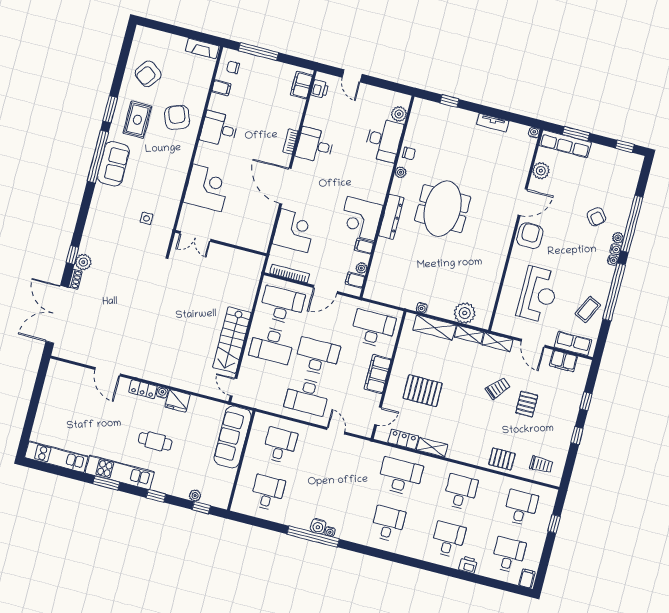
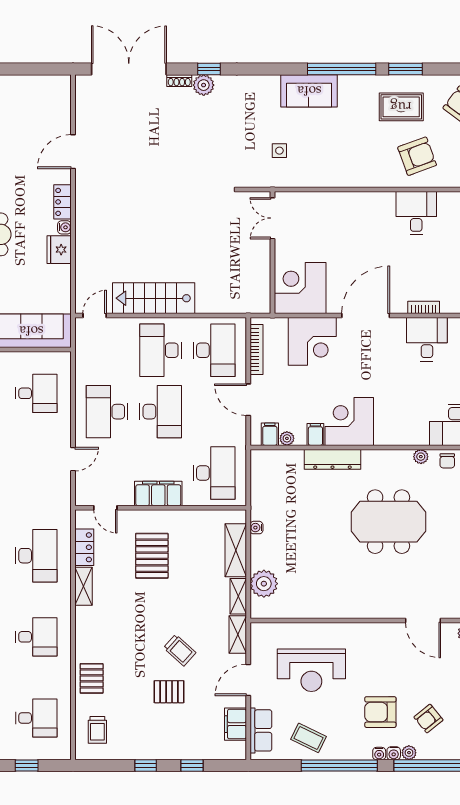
sofa: (113, 164) -> (309, 91), moved
corner desk: (207, 188) -> (300, 288), moved, turned 180
dresser: (391, 217) -> (332, 459), moved
armchair: (530, 236) -> (380, 712), moved, turned 180

